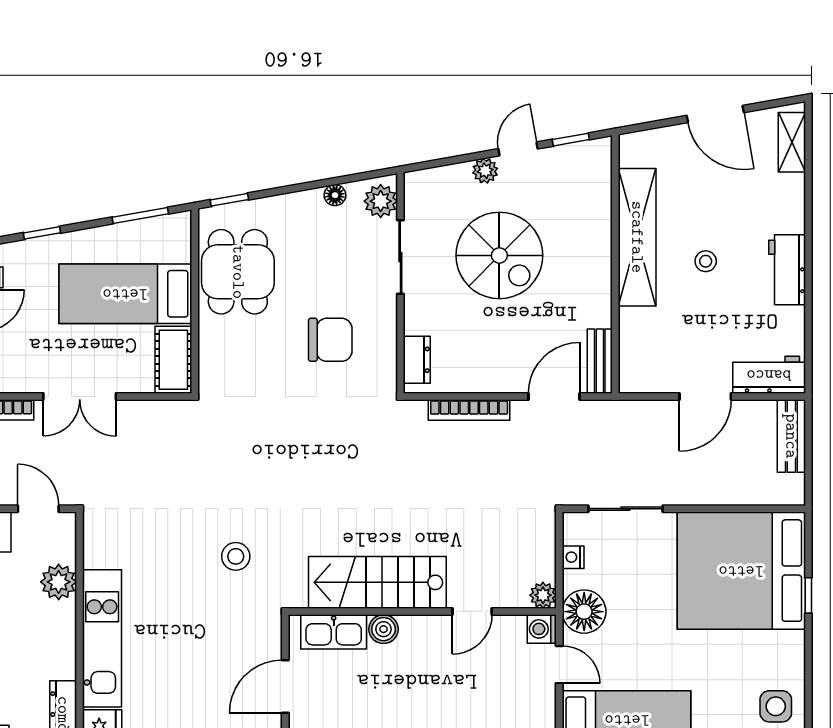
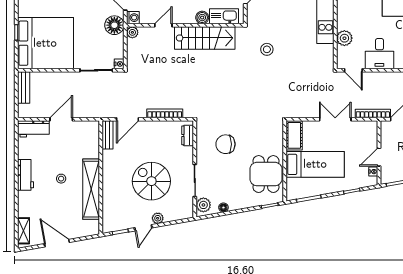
bench: (791, 436) -> (24, 88), moved
nightstand: (573, 557) -> (119, 64), moved

